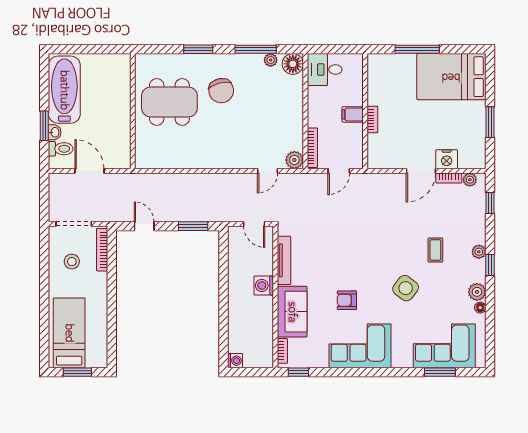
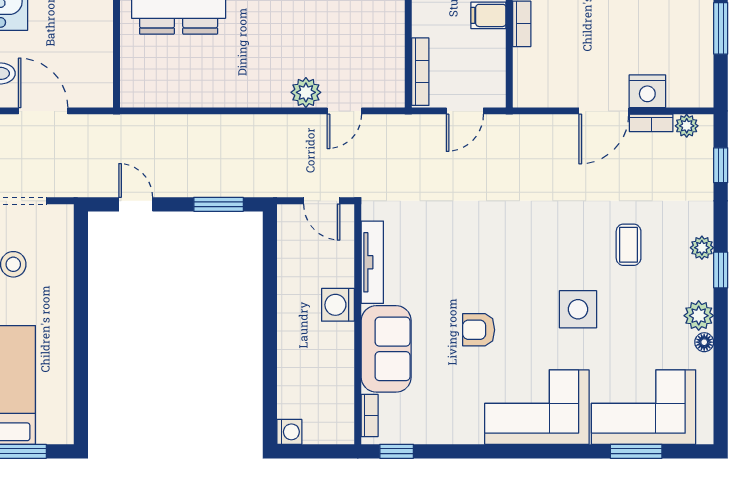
plant: (294, 160) -> (306, 92), moved
bookcase: (102, 250) -> (64, 244), removed
side table: (406, 288) -> (578, 309), turned -37
corner sofa: (360, 346) -> (537, 407), moved

